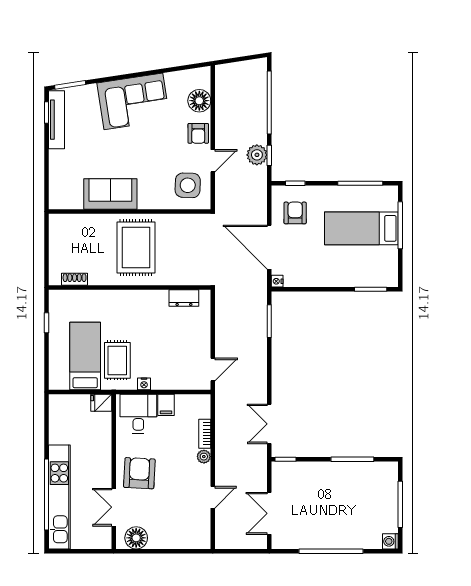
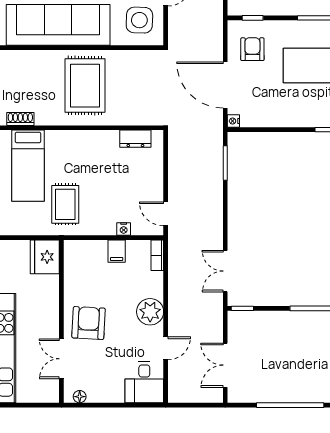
sofa: (110, 194) -> (58, 25), width x1.85, depth x1.27
bed: (85, 356) -> (28, 166), moved, turned 180
door: (213, 370) -> (166, 214), swing flipped
nightstand: (144, 384) -> (124, 229), moved
fridge: (101, 403) -> (45, 257), width x1.88, depth x1.34
desk: (138, 414) -> (144, 382), moved, turned 180
bookcase: (205, 434) -> (157, 255), moved
plant: (204, 457) -> (150, 312), width x1.88, depth x1.88
floor lamp: (136, 538) -> (80, 397), width x0.53, depth x0.53

